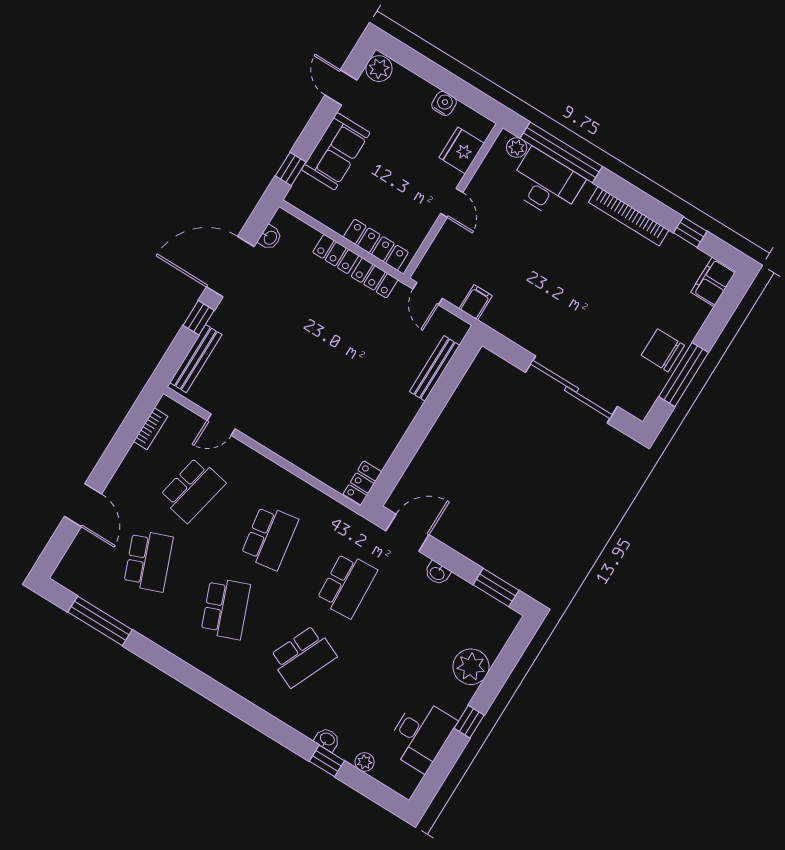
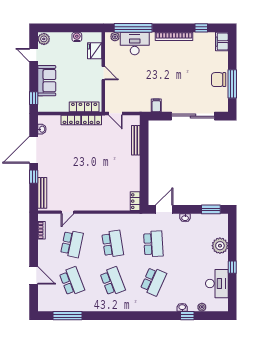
filing cabinet: (476, 302) -> (156, 105), moved

